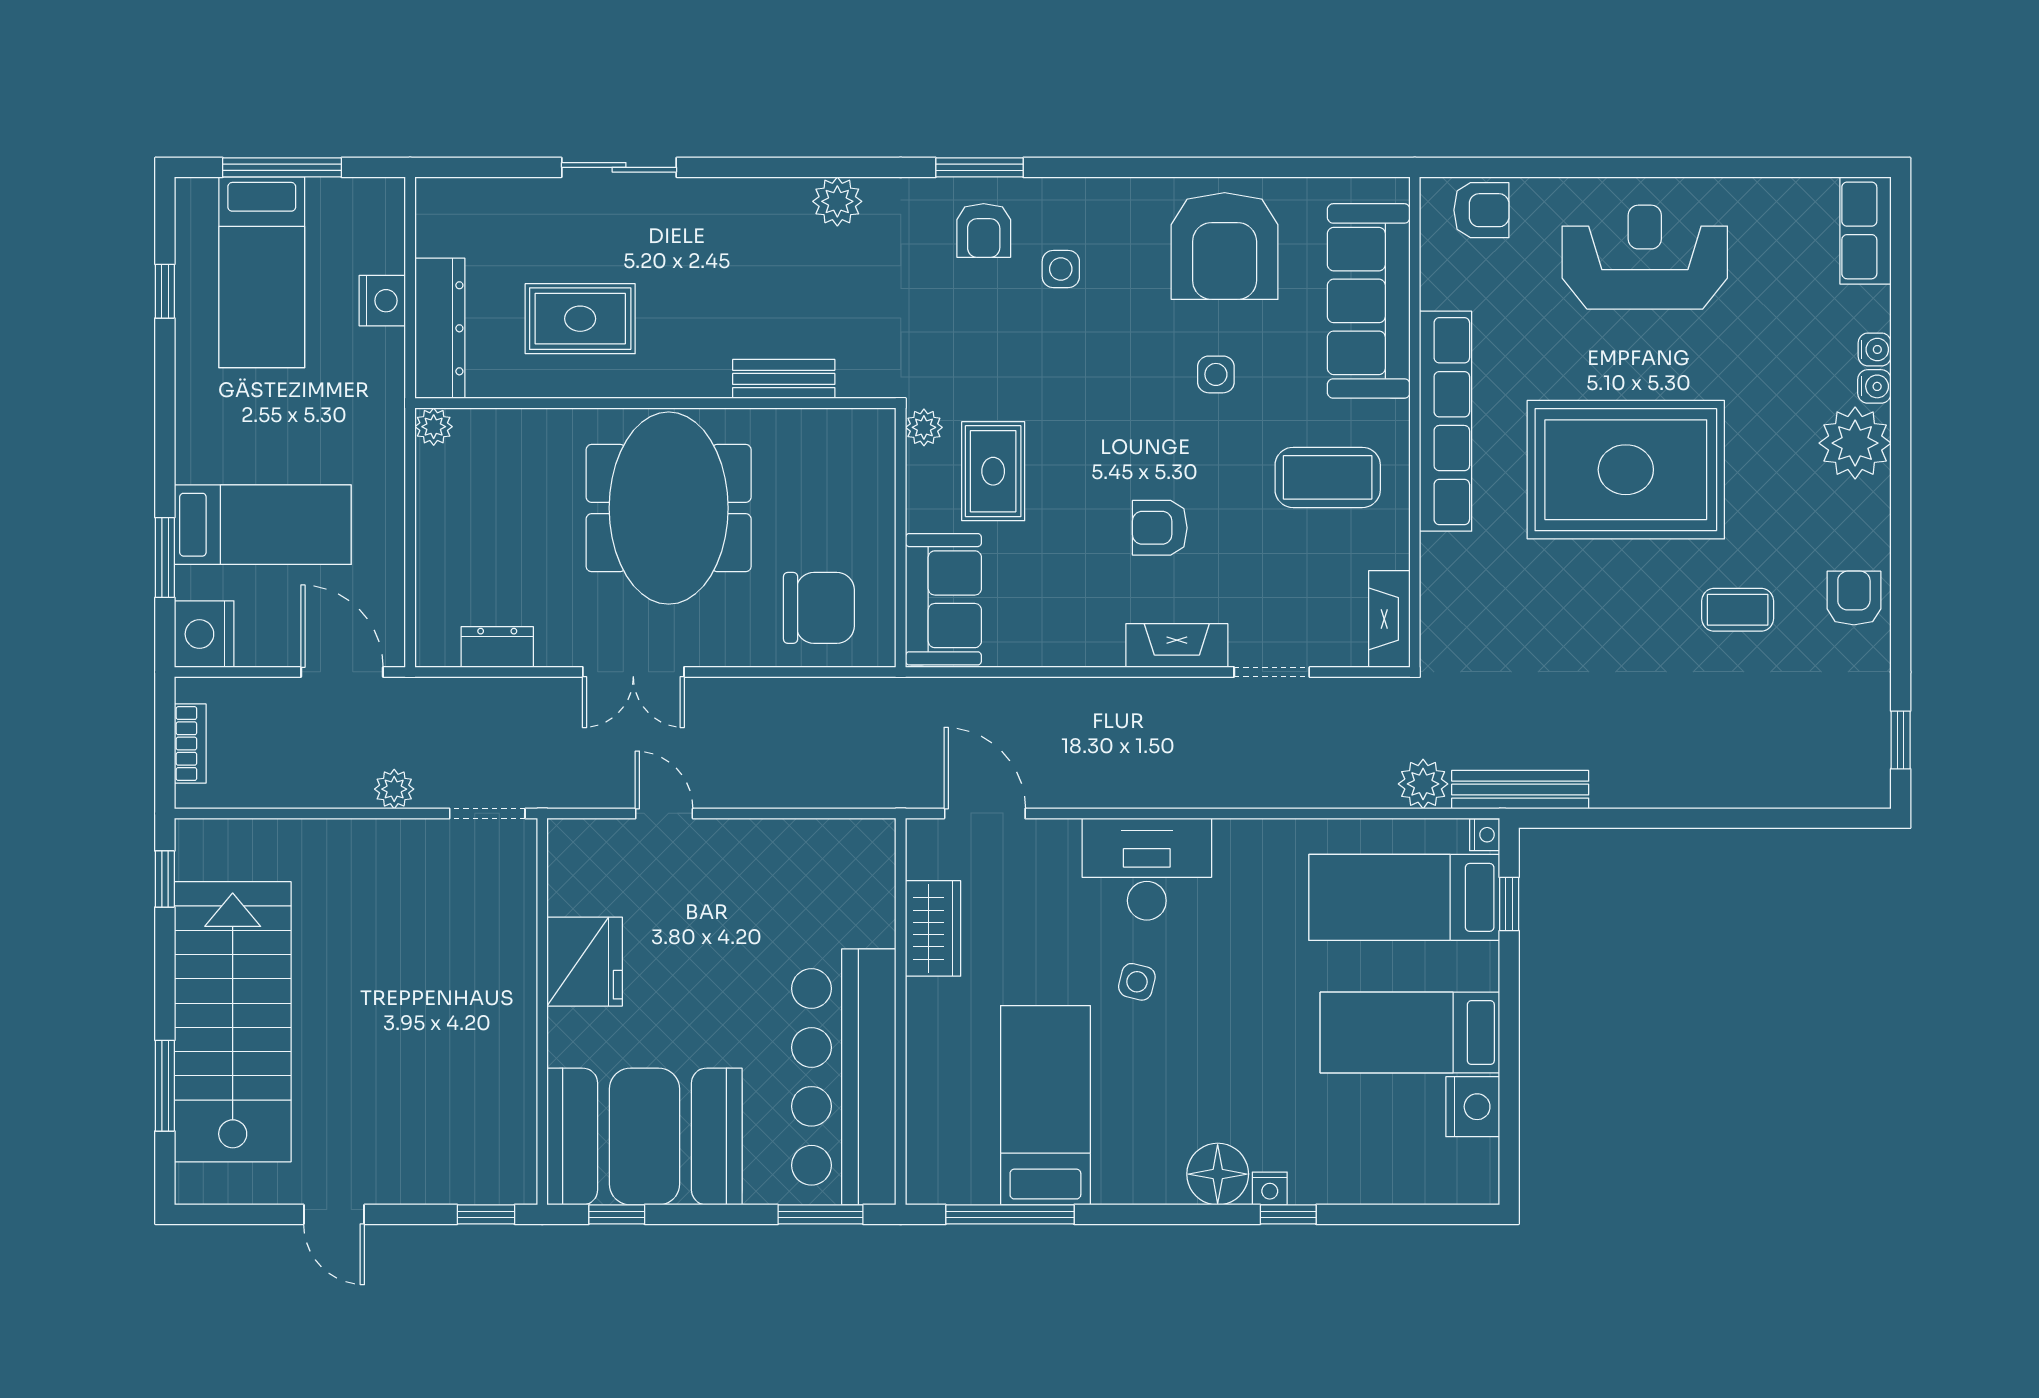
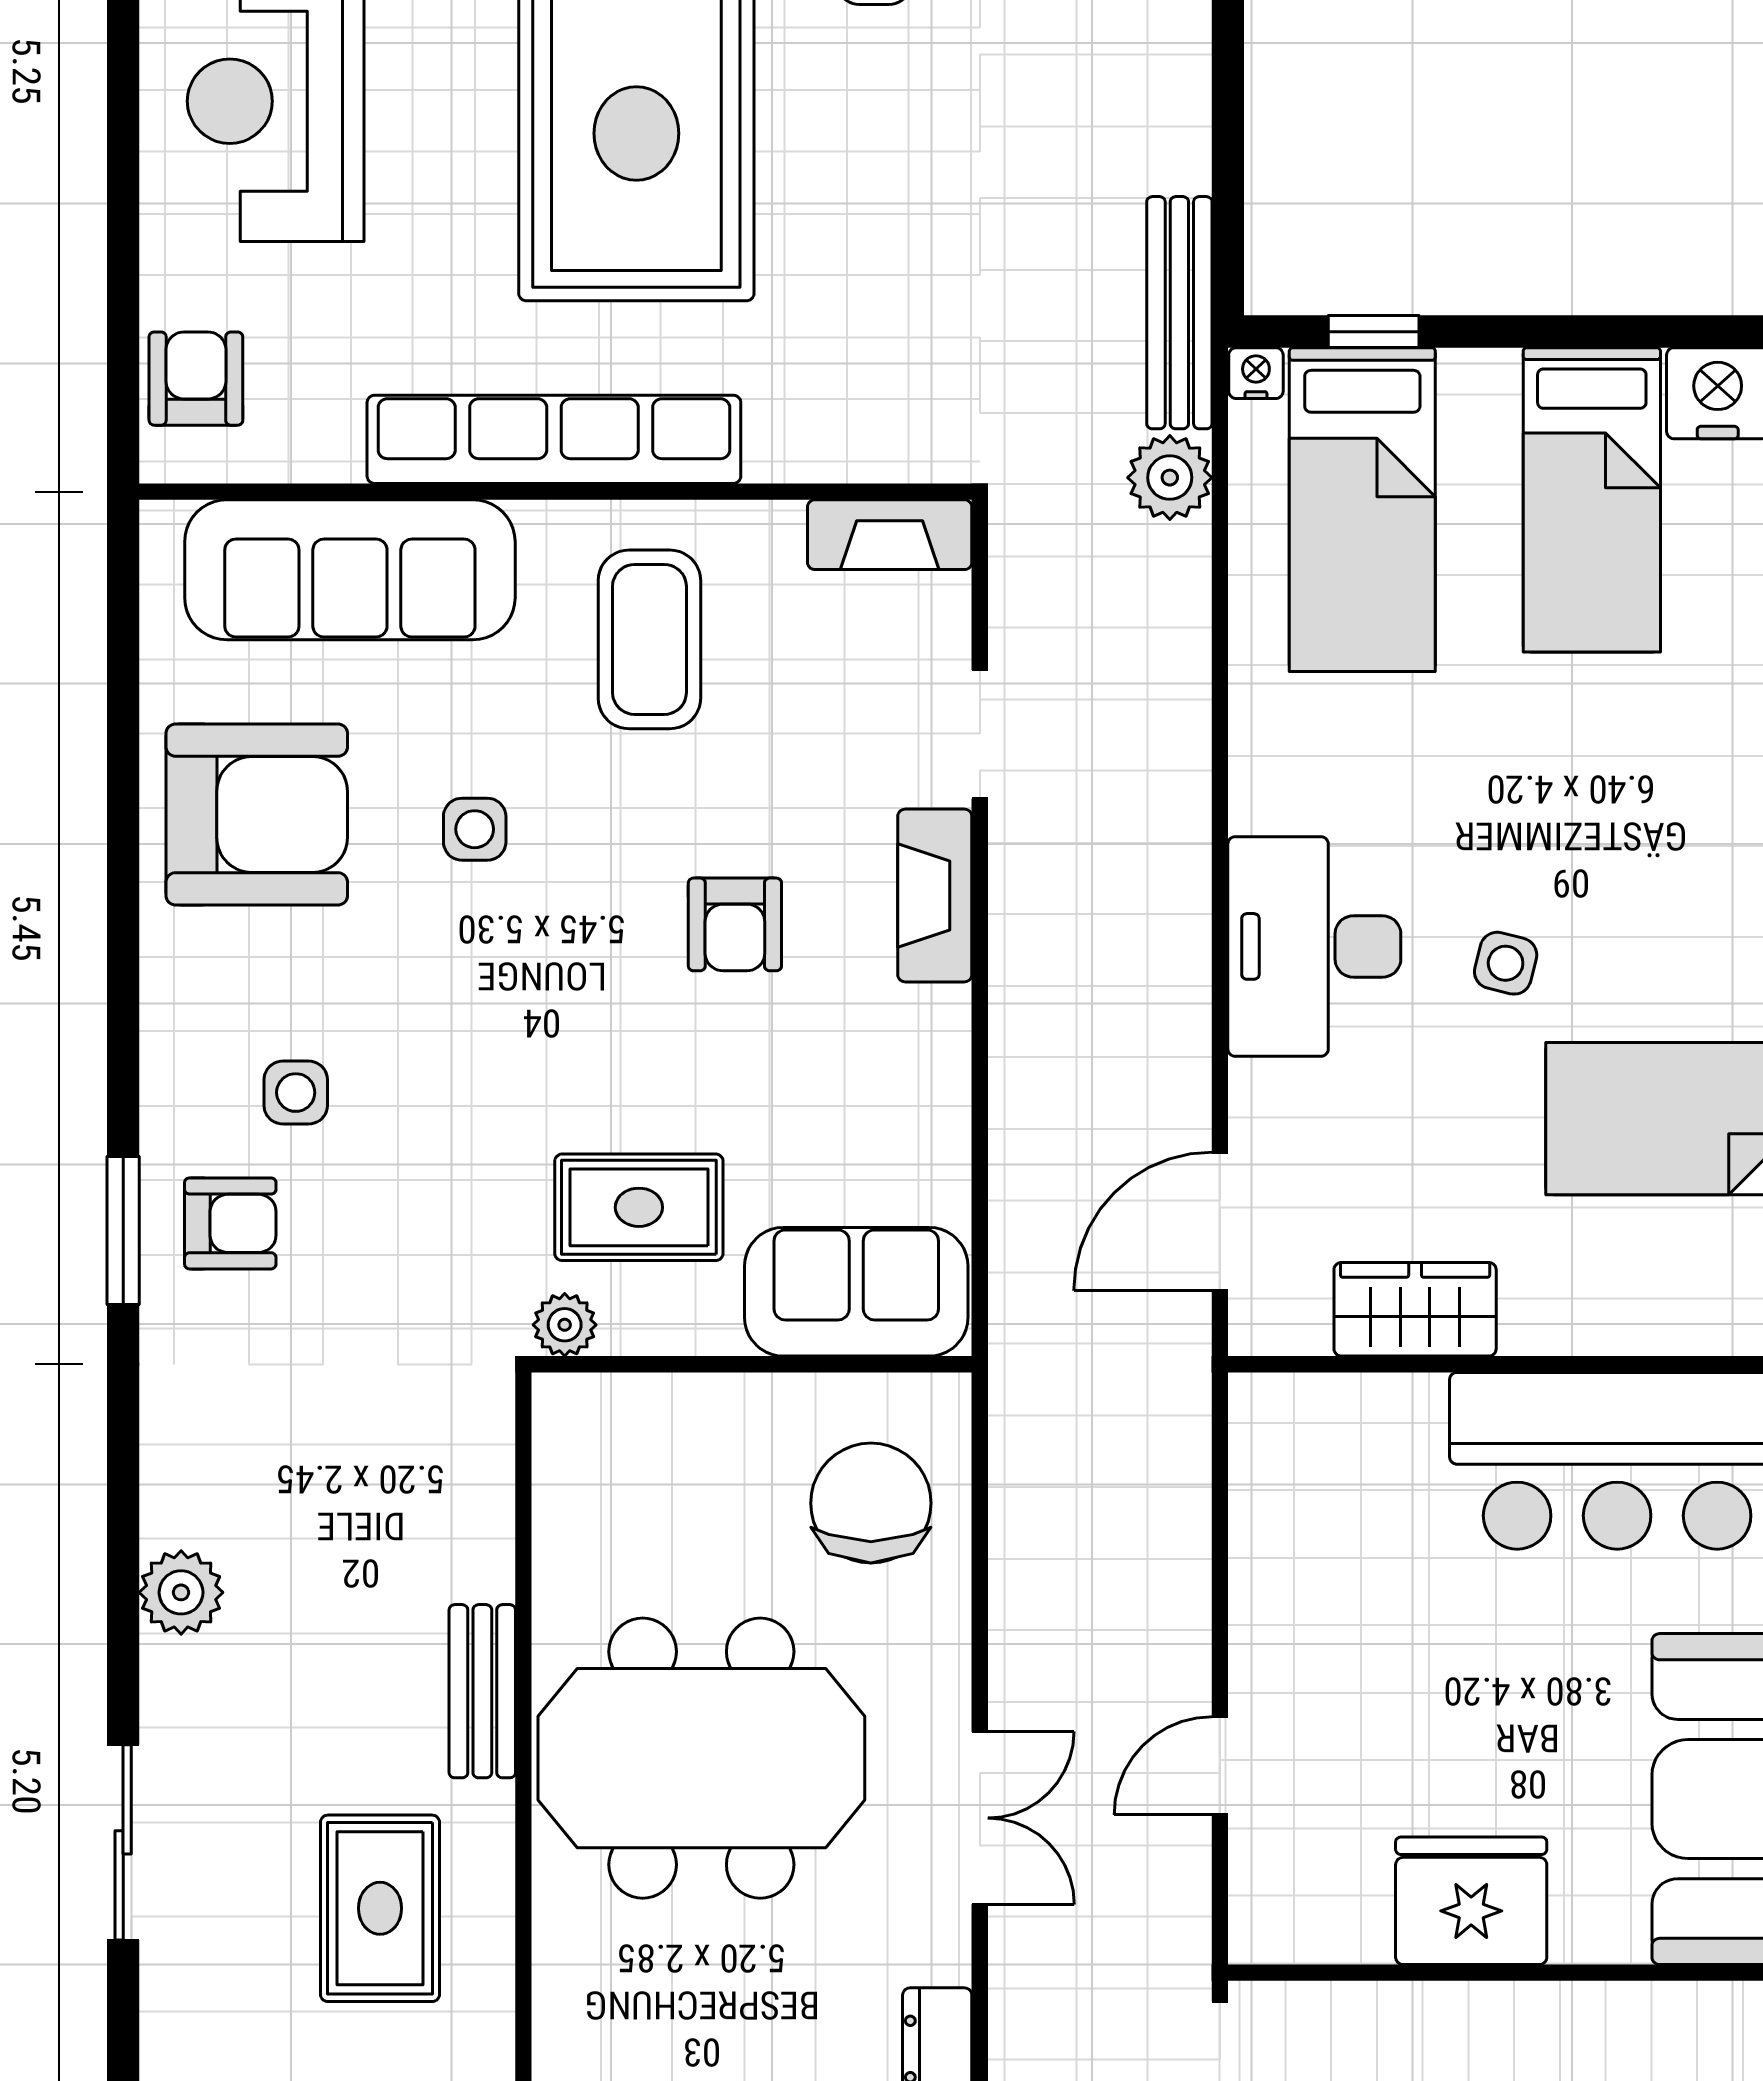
plant: (837, 201) -> (181, 1592), moved
bench: (784, 379) -> (482, 1691), moved

